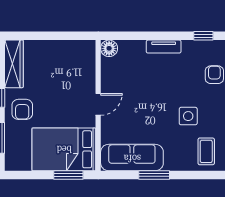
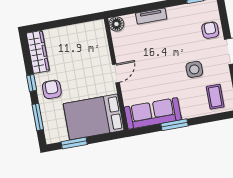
tv unit: (164, 47) -> (151, 16), moved
armchair: (22, 109) -> (52, 89), turned 180
window: (68, 175) -> (74, 143), moved

